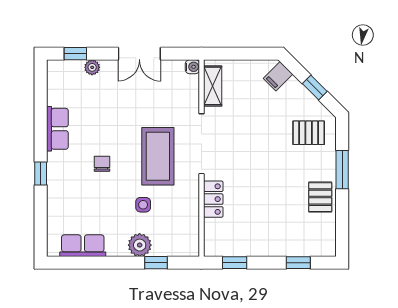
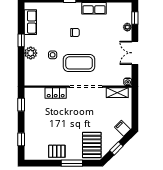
pallet: (309, 133) -> (92, 145), width x1.50, depth x1.42
window: (156, 263) -> (21, 40), moved

